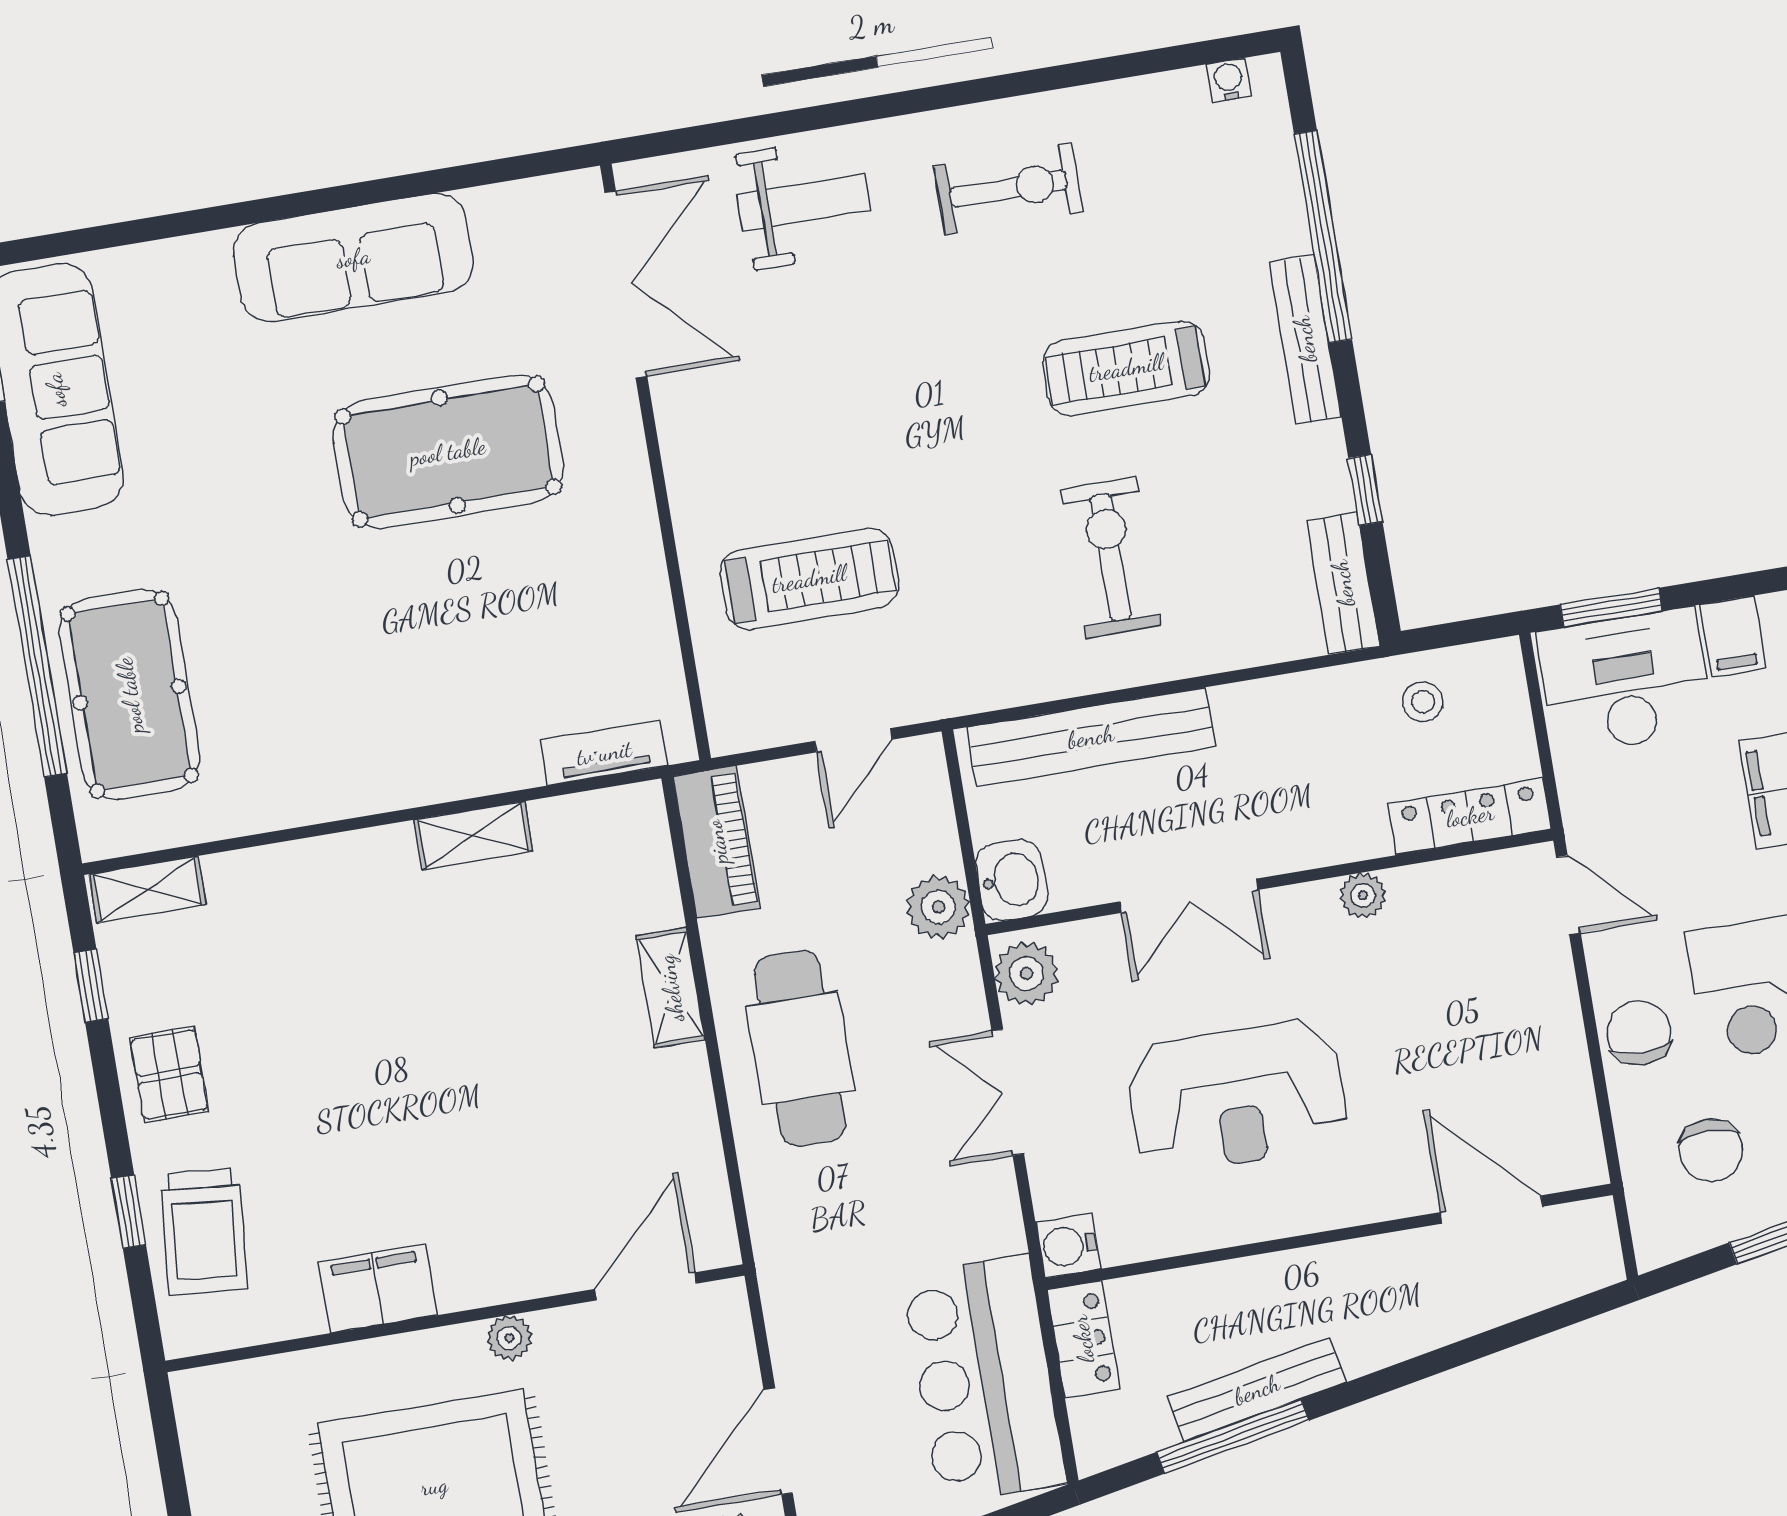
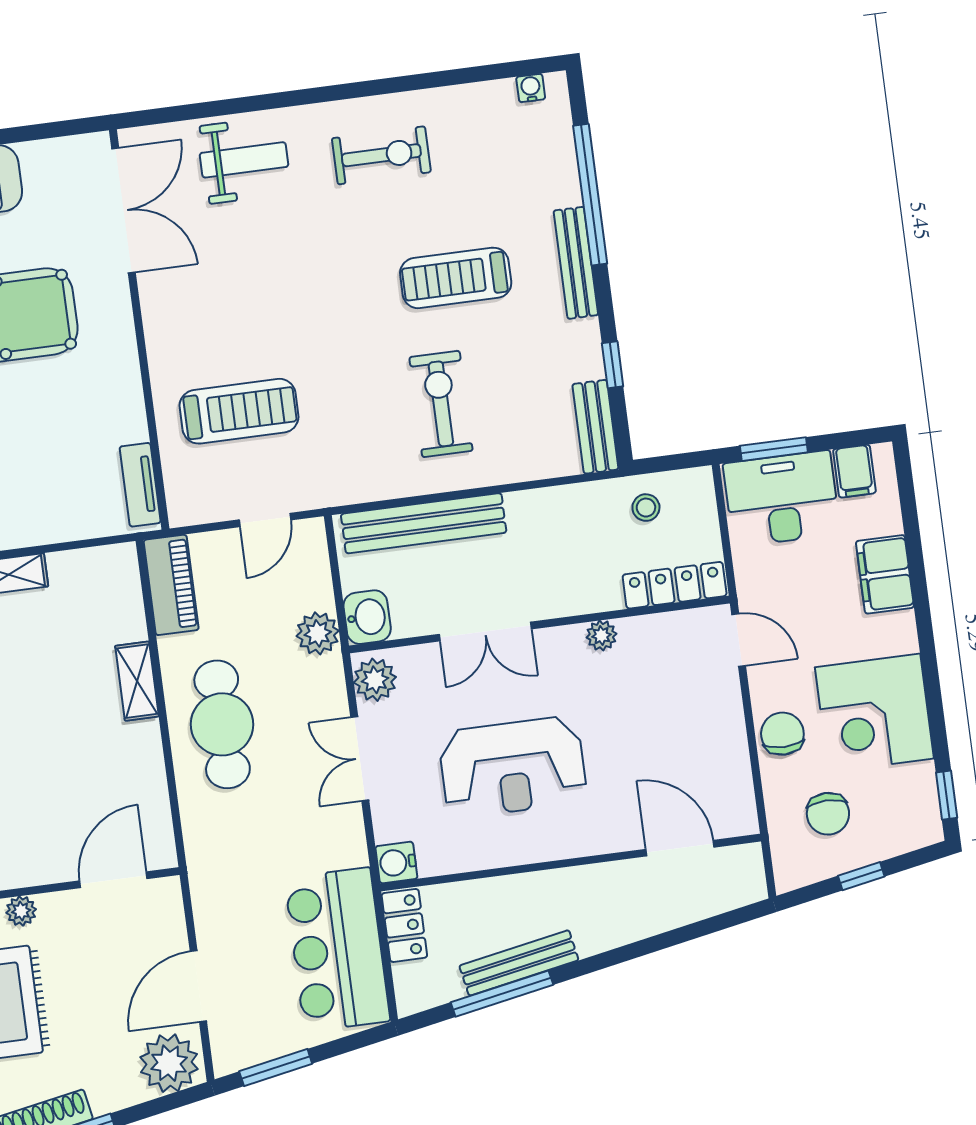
tv unit: (604, 753) -> (140, 485), moved, turned -90

